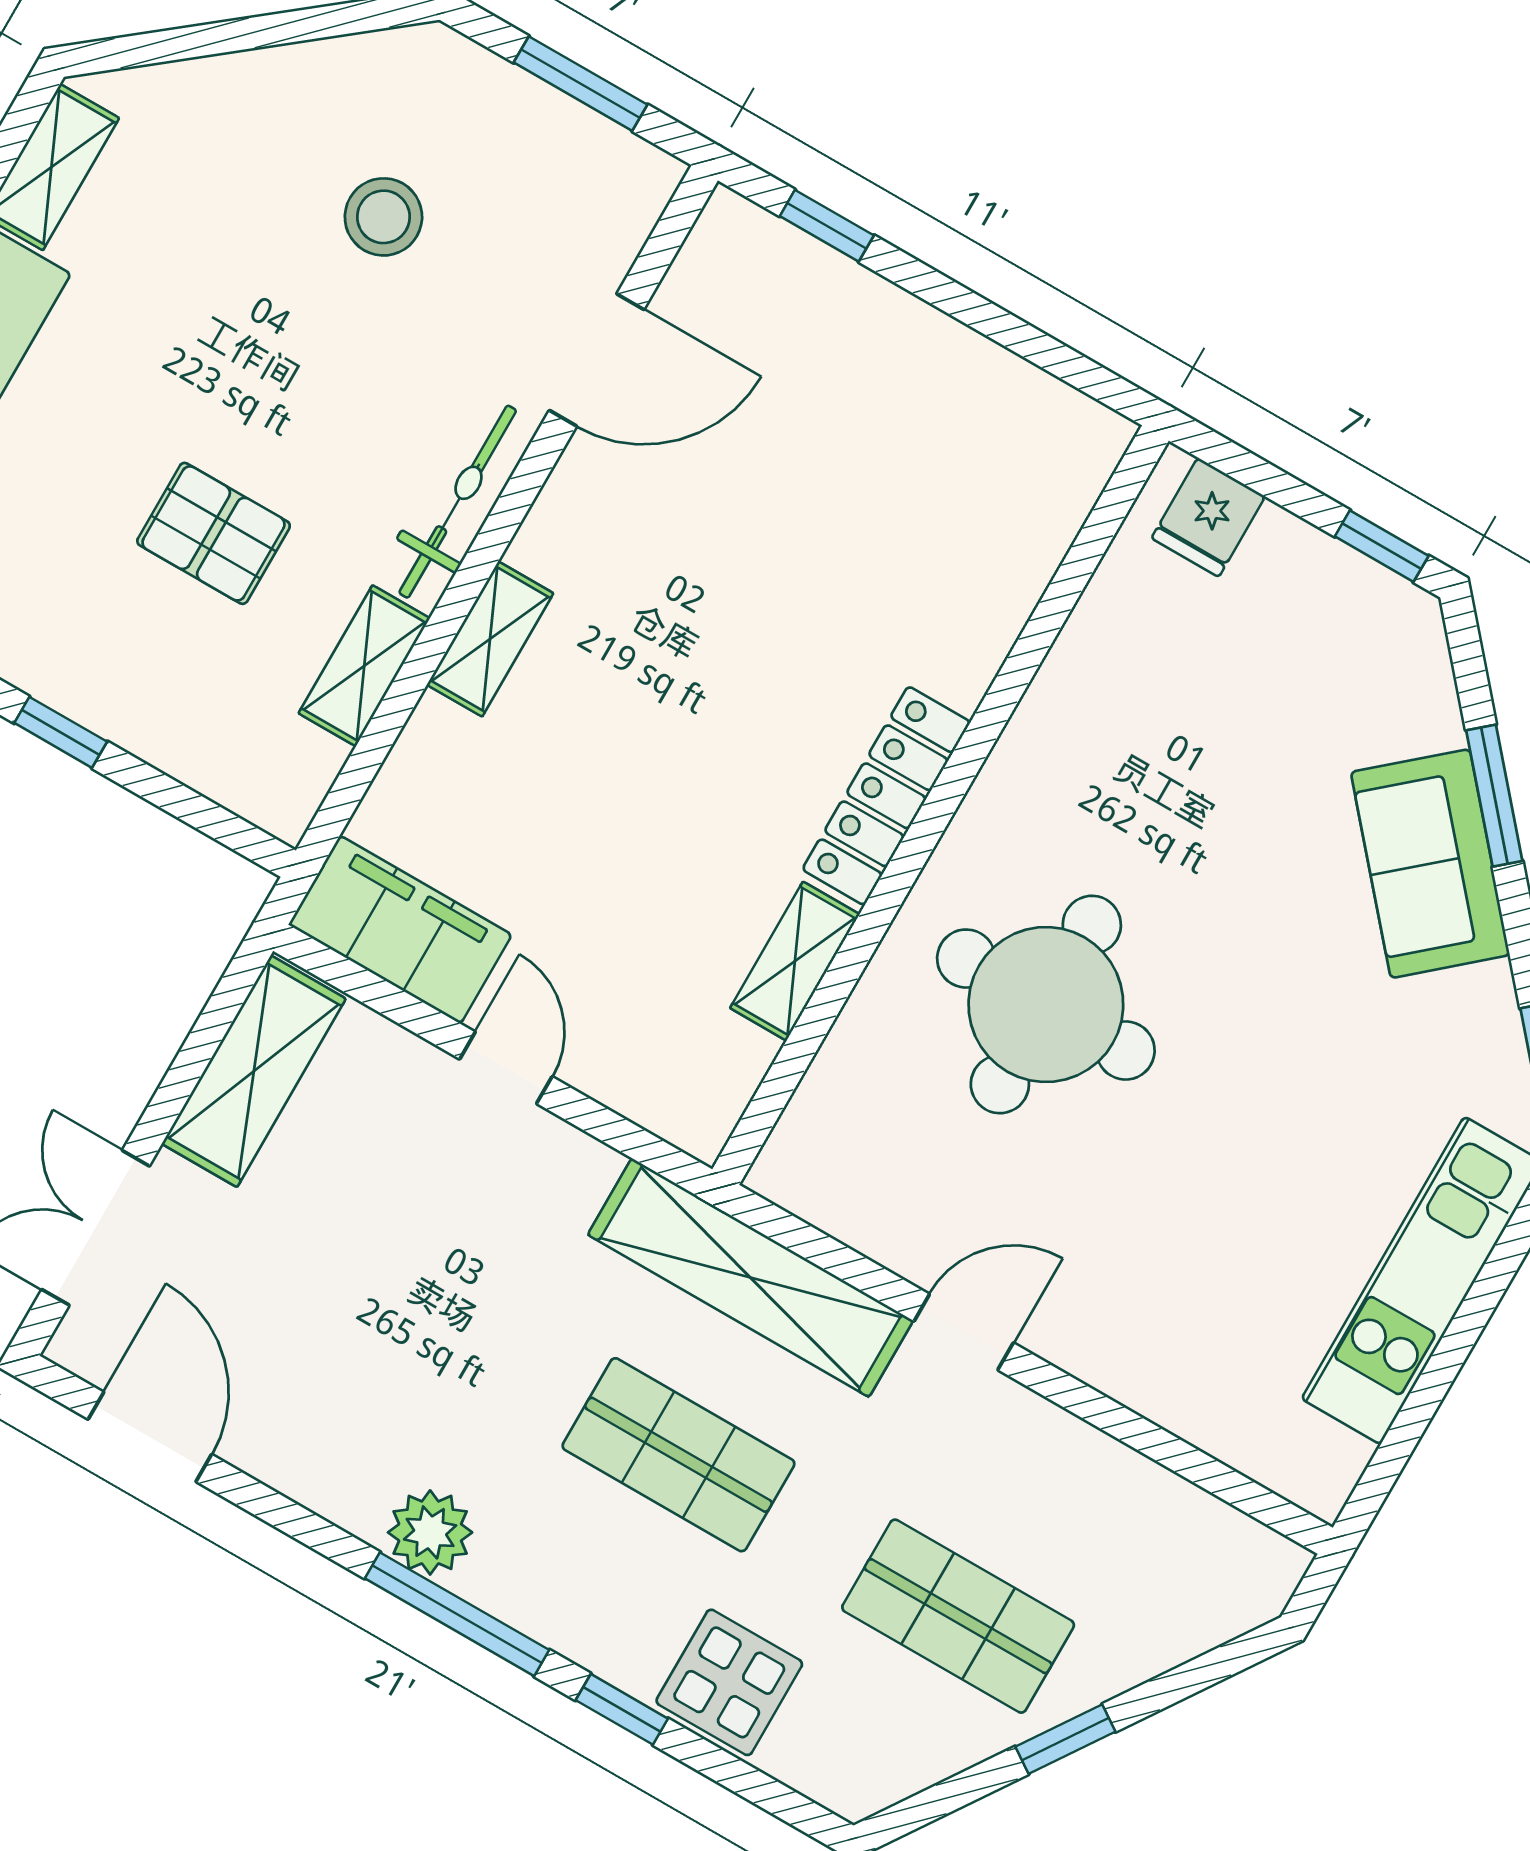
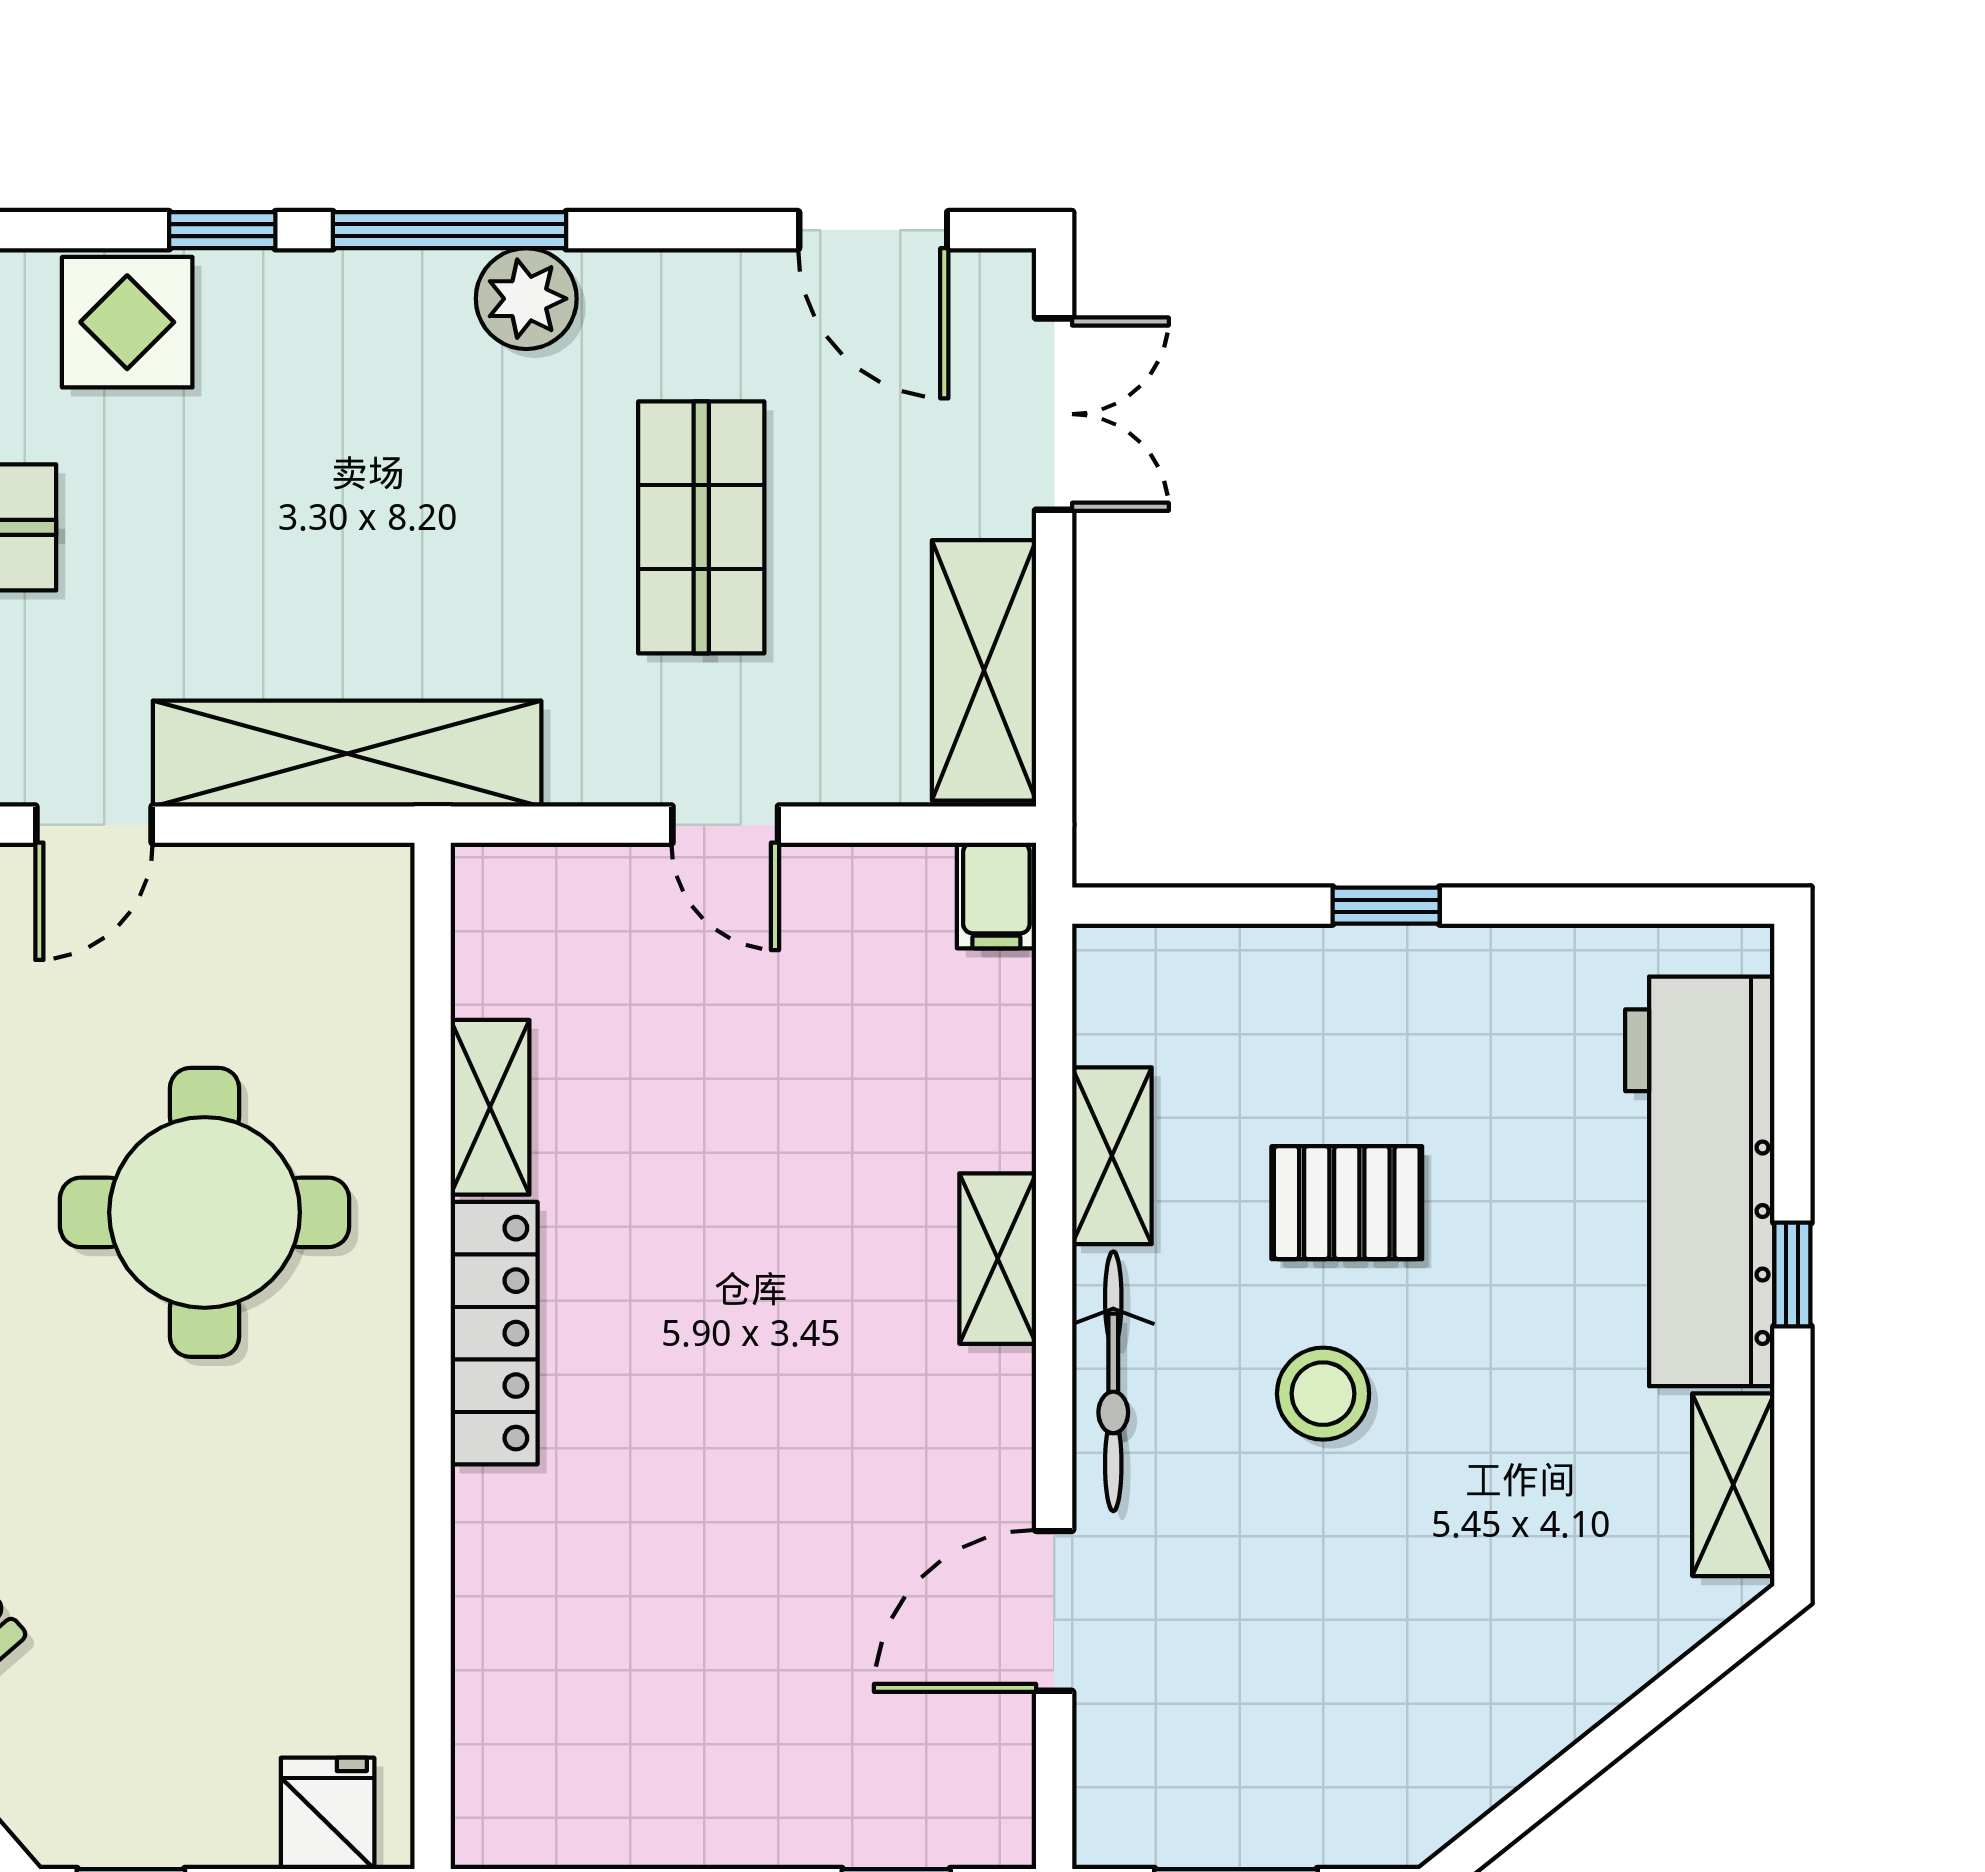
stool: (383, 217) -> (1323, 1394), moved
filing cabinet: (400, 930) -> (996, 895), width x0.33, depth x0.86
shop shelf: (679, 1455) -> (701, 527), moved, turned 90

